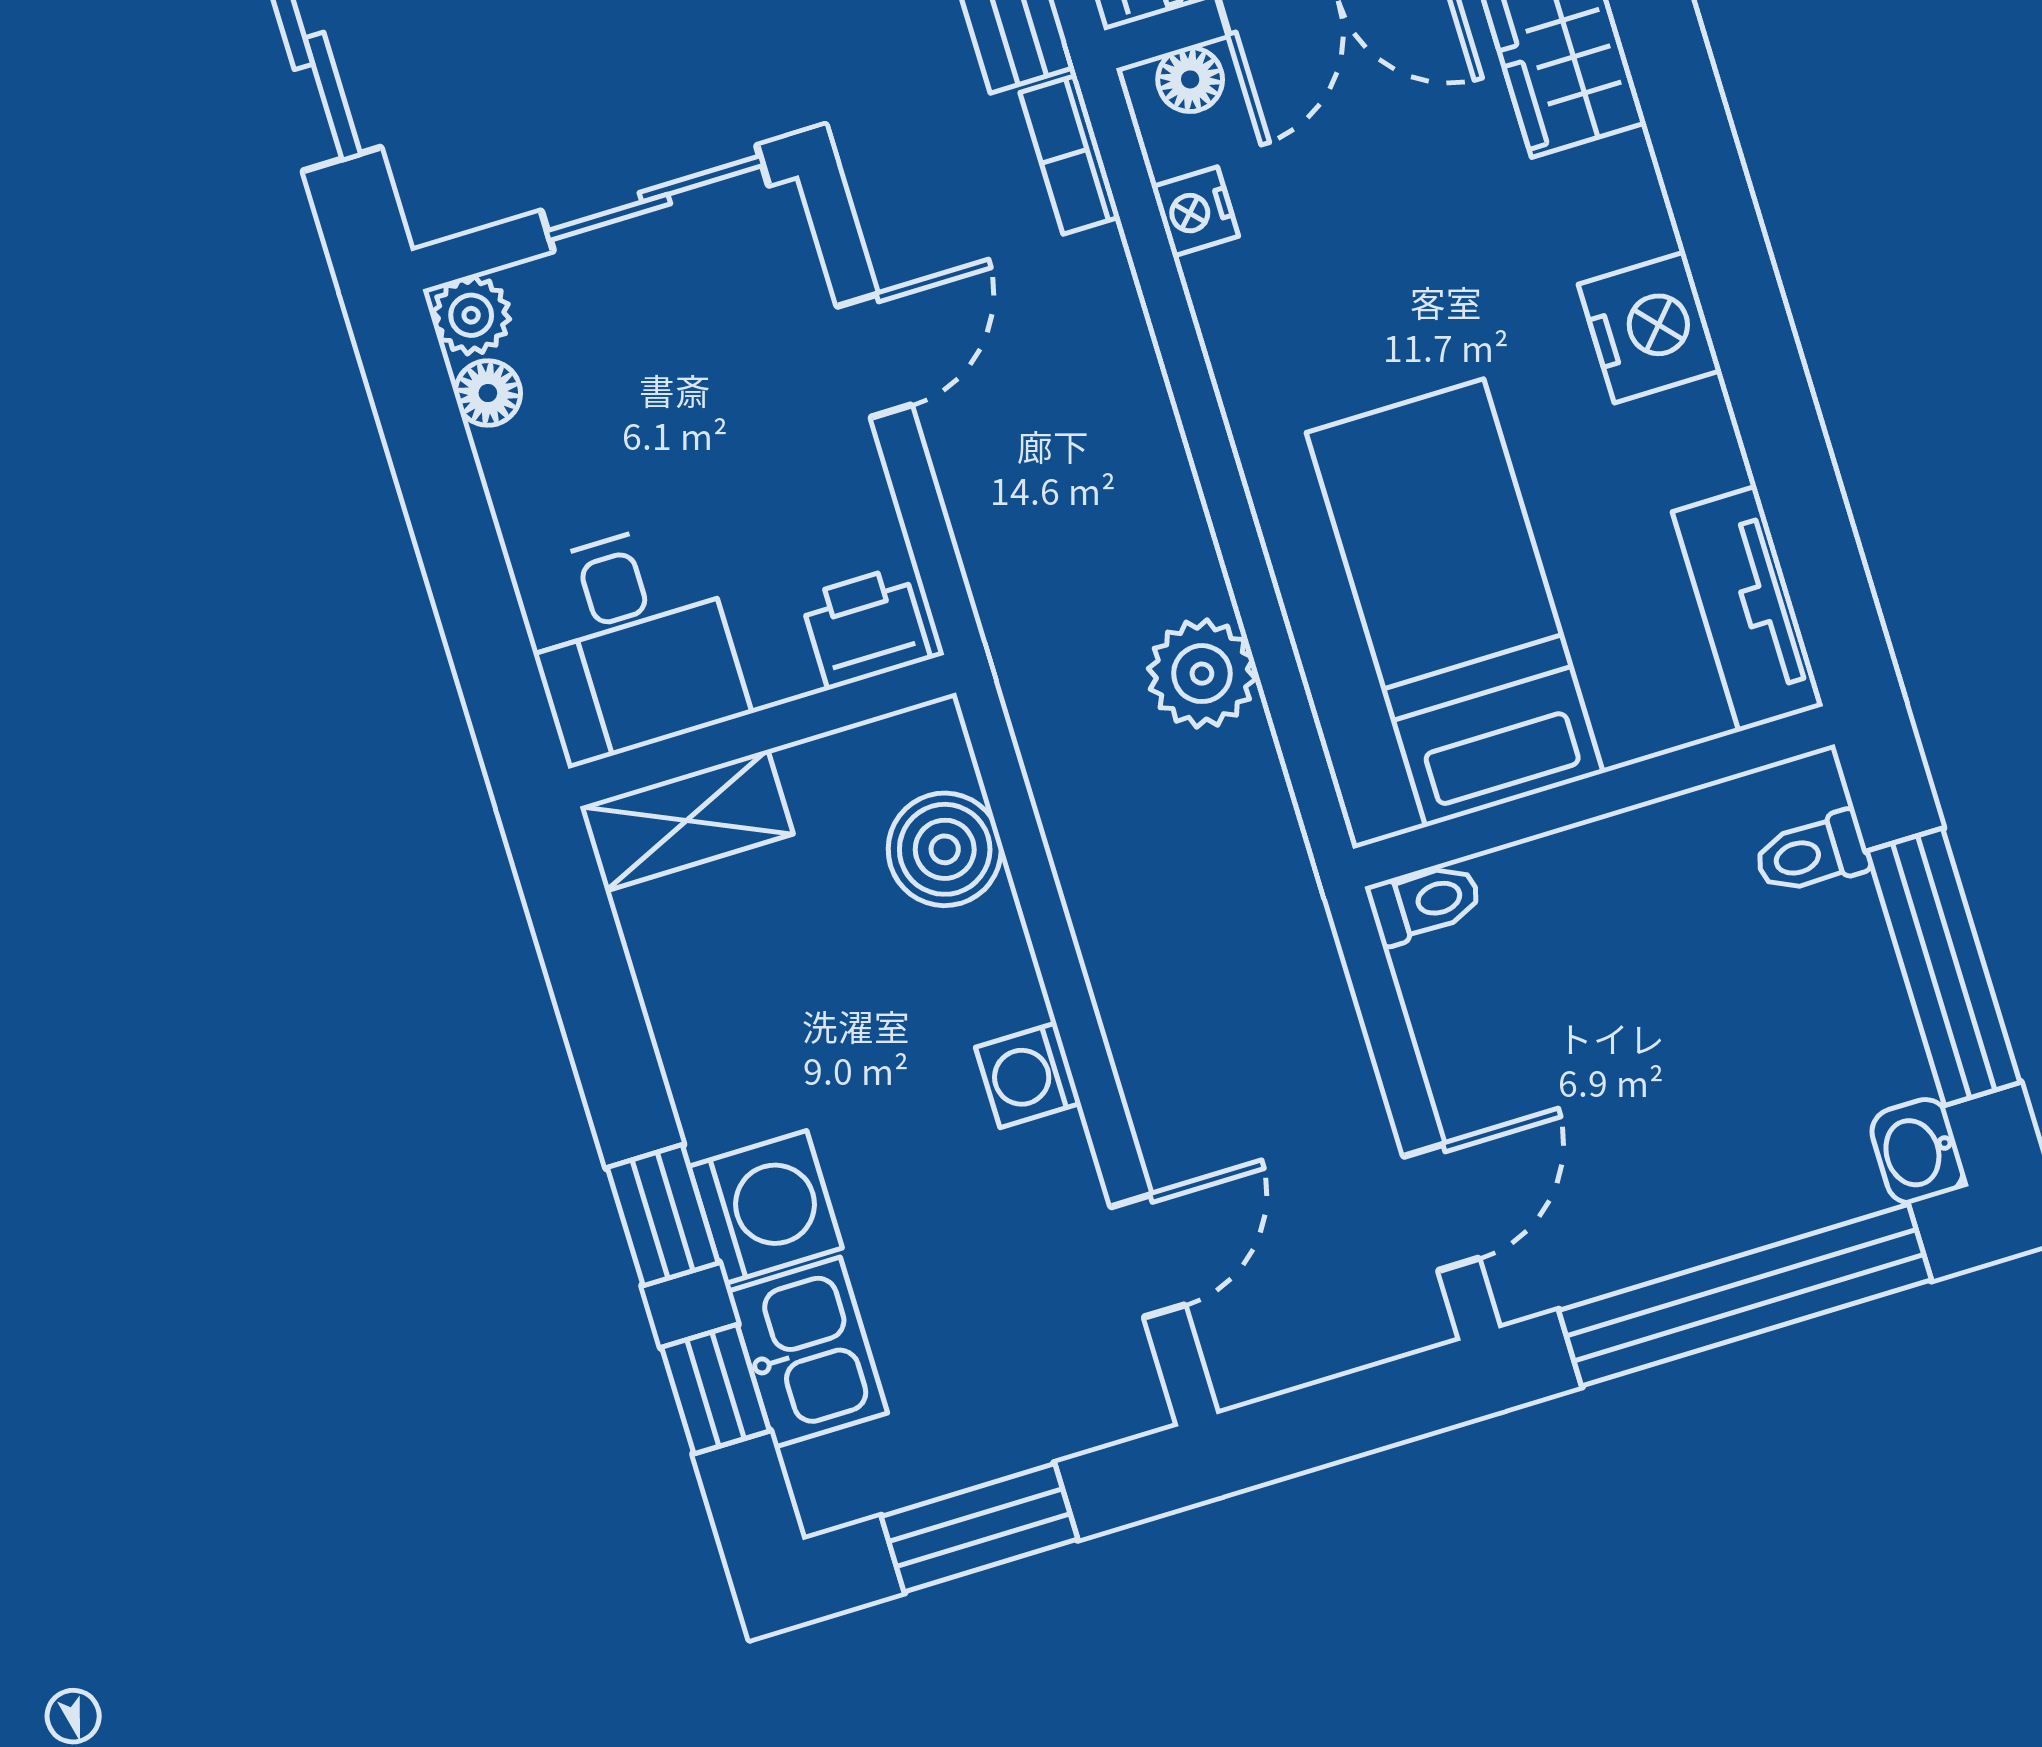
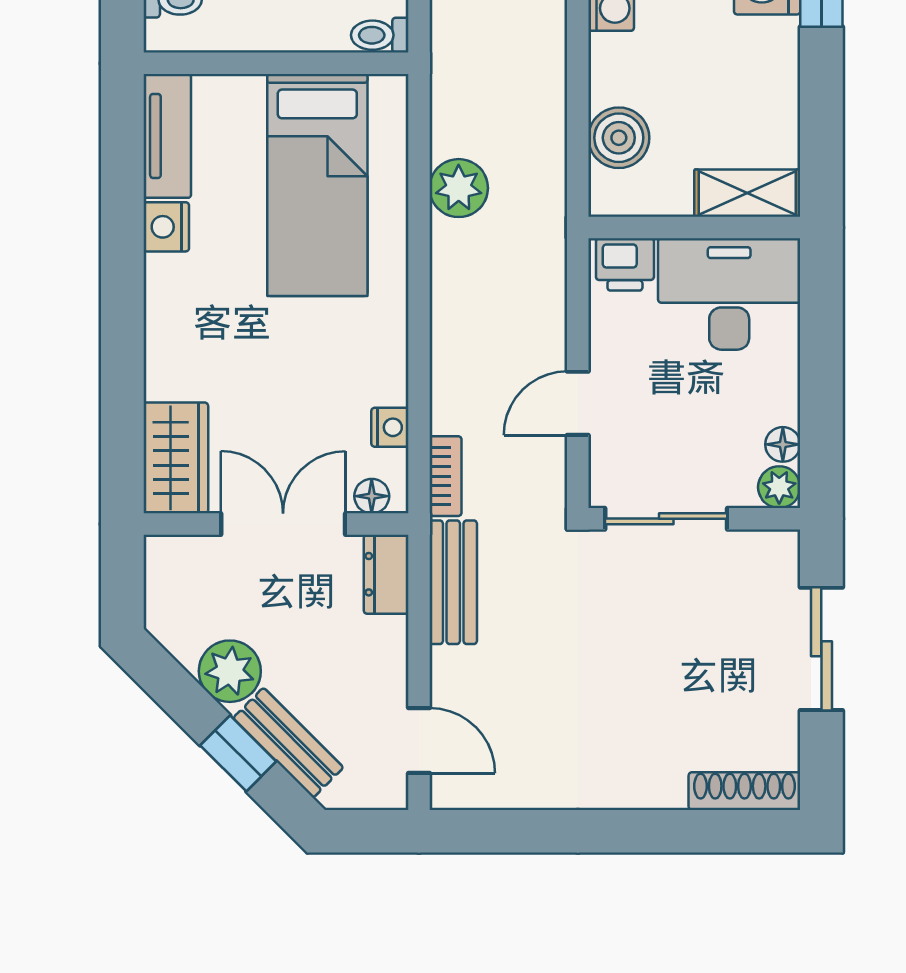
nightstand: (1650, 327) -> (166, 227), moved, width x0.74, depth x0.75
desk: (630, 642) -> (729, 294), width x1.37

